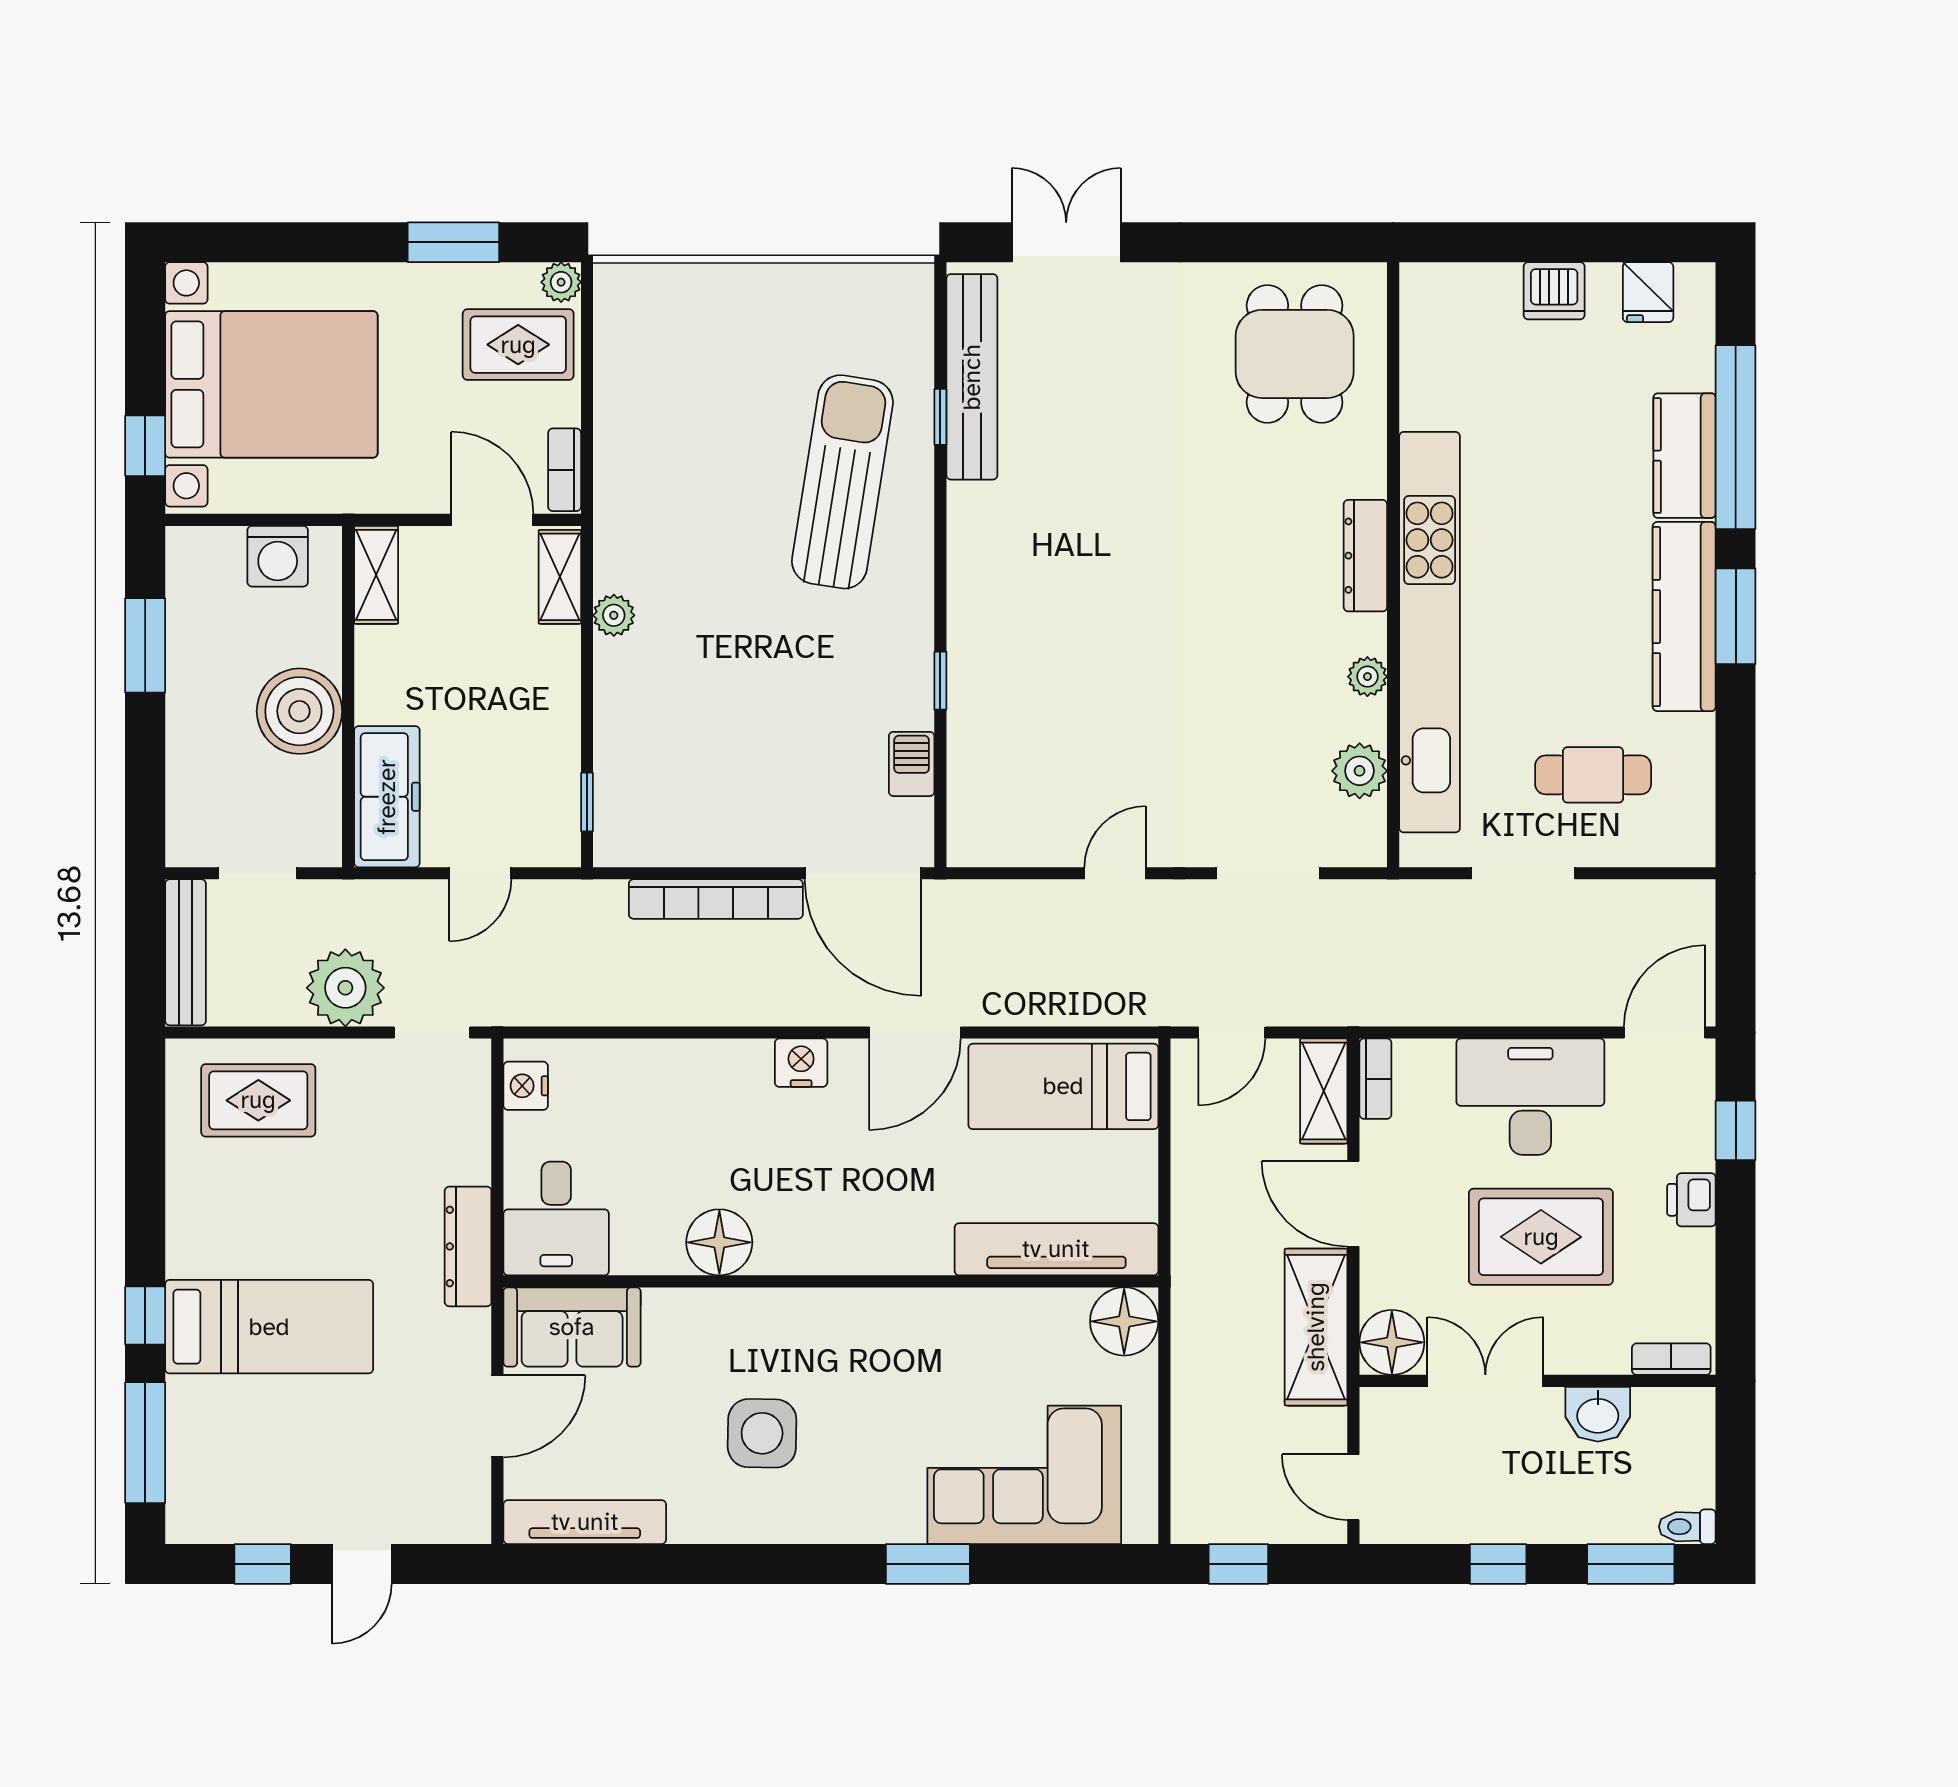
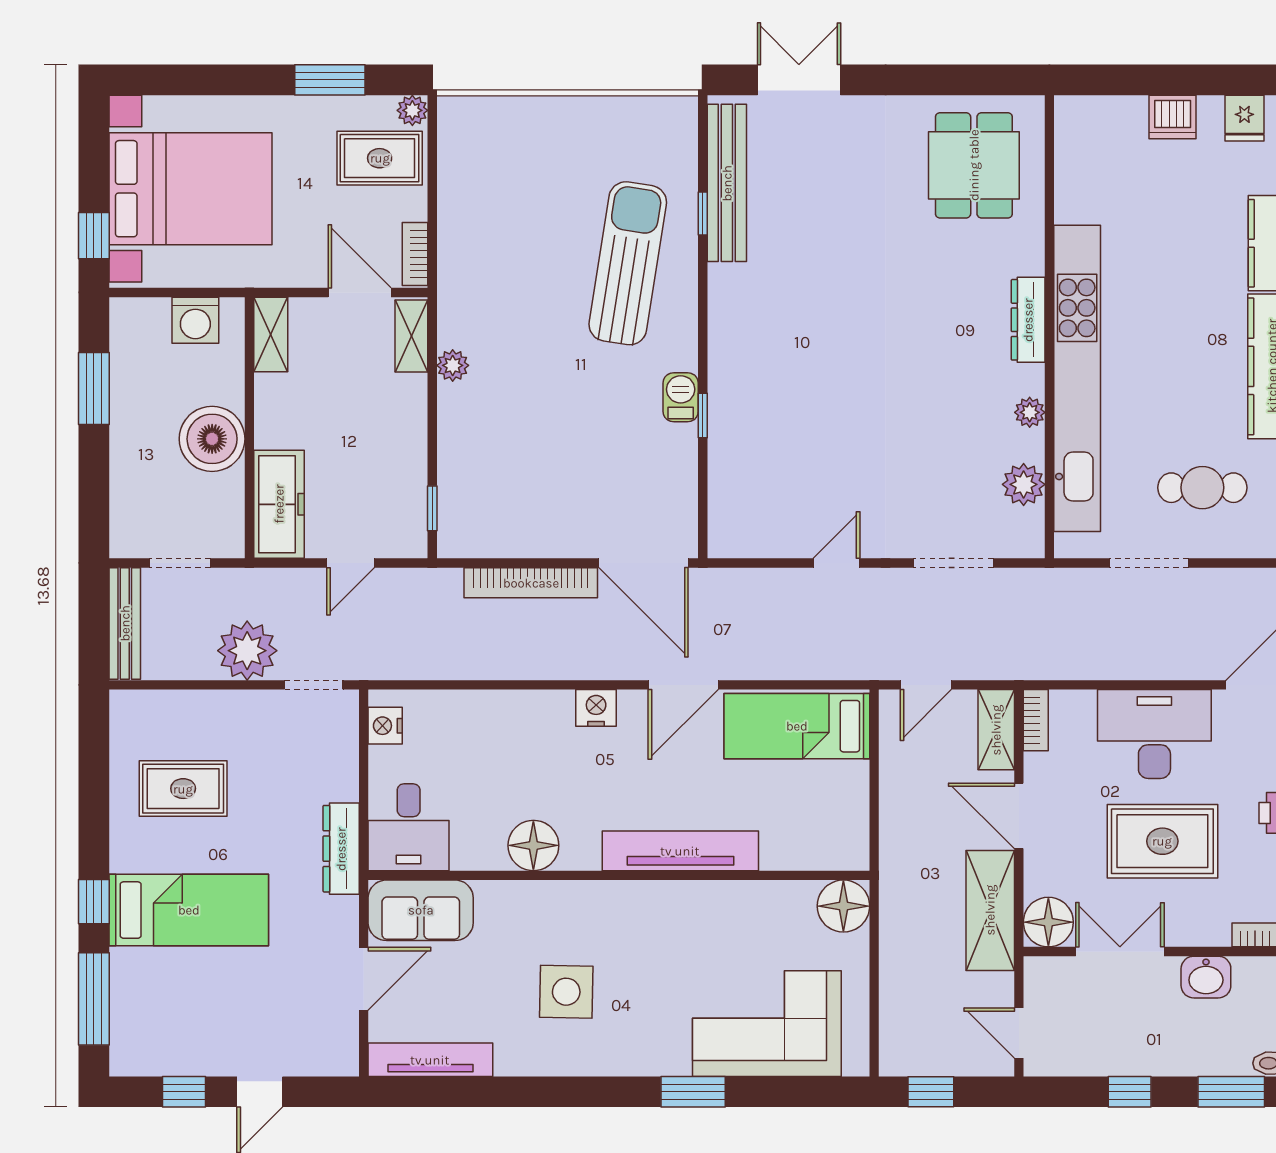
barbecue: (912, 764) -> (681, 397), moved
rug: (258, 1100) -> (183, 789), moved
tv unit: (1056, 1249) -> (680, 851), moved

